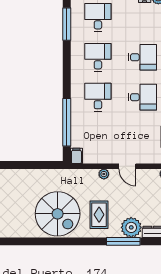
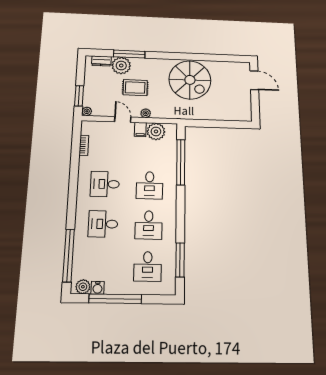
plant: (93, 154) -> (156, 131), added
filing cabinet: (76, 156) -> (140, 129), moved
spiral stairs: (58, 214) -> (190, 80), turned 180
rug: (99, 215) -> (135, 88), moved, turned 90

